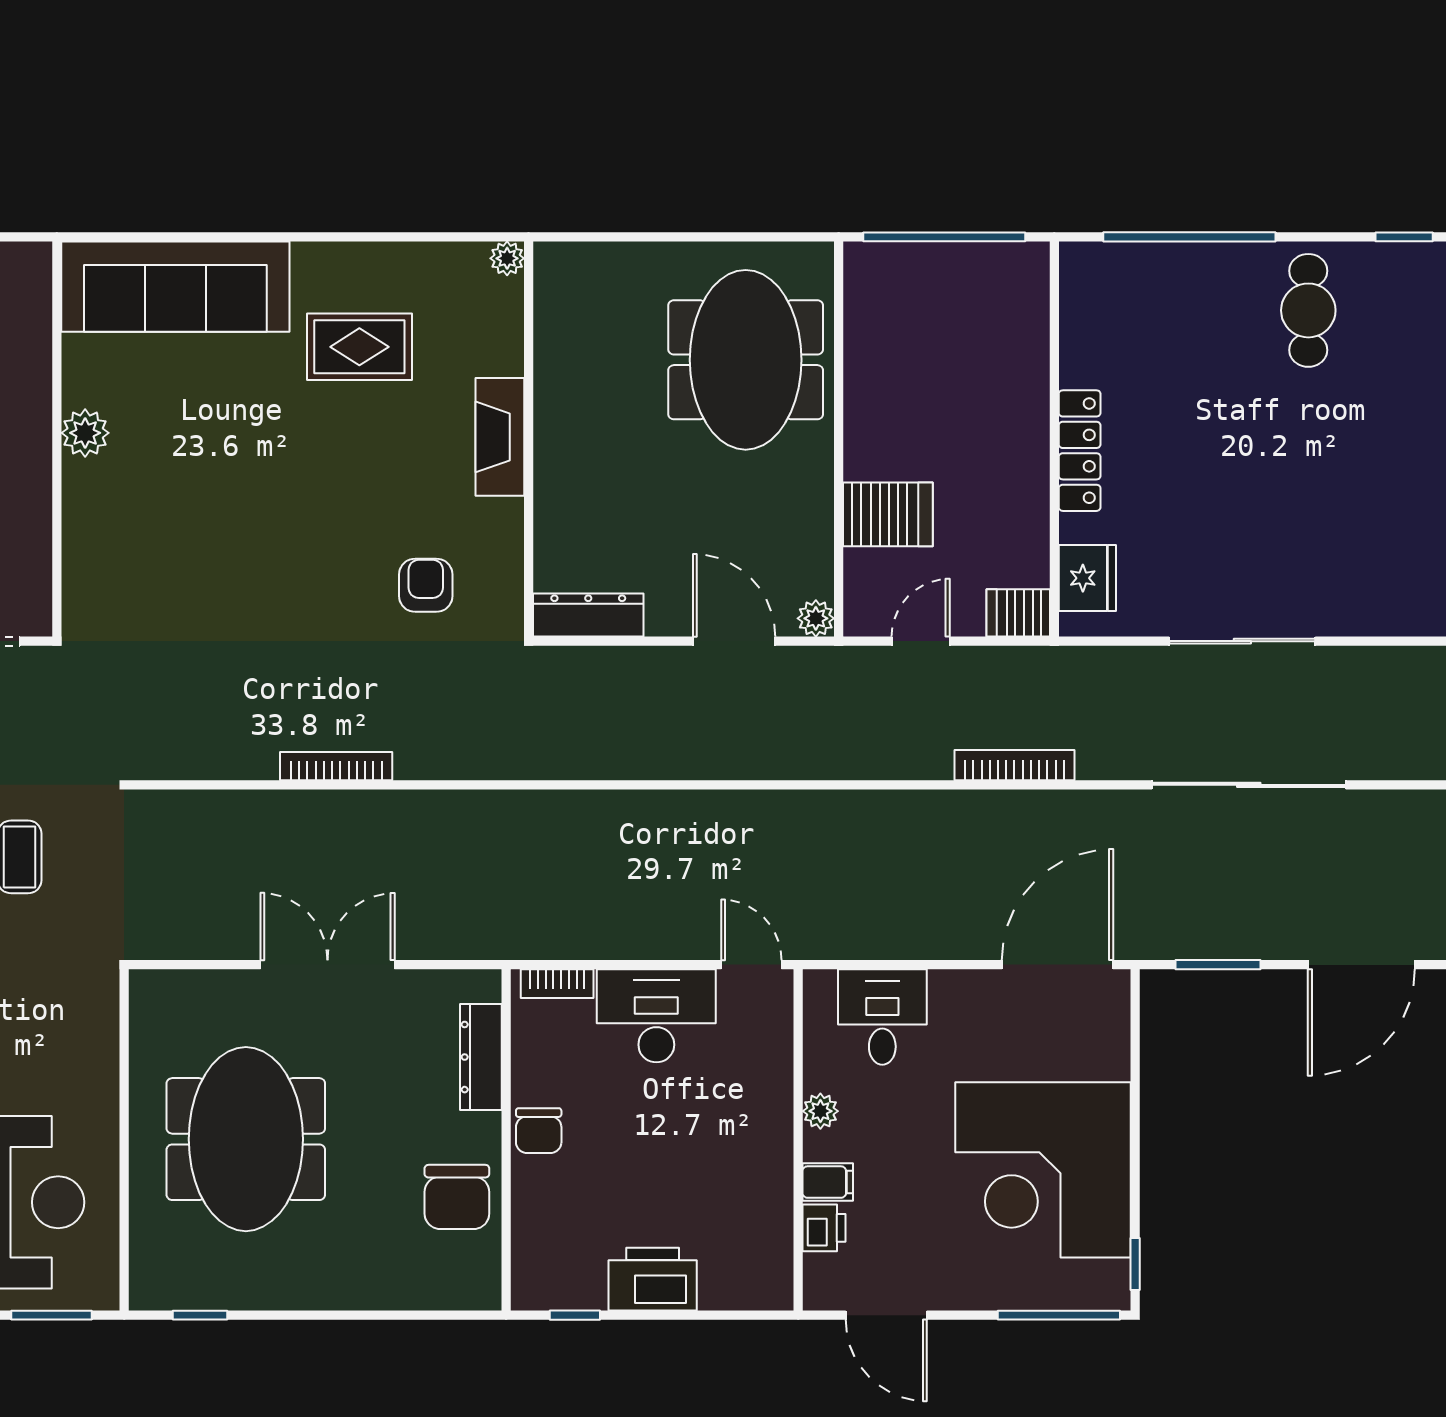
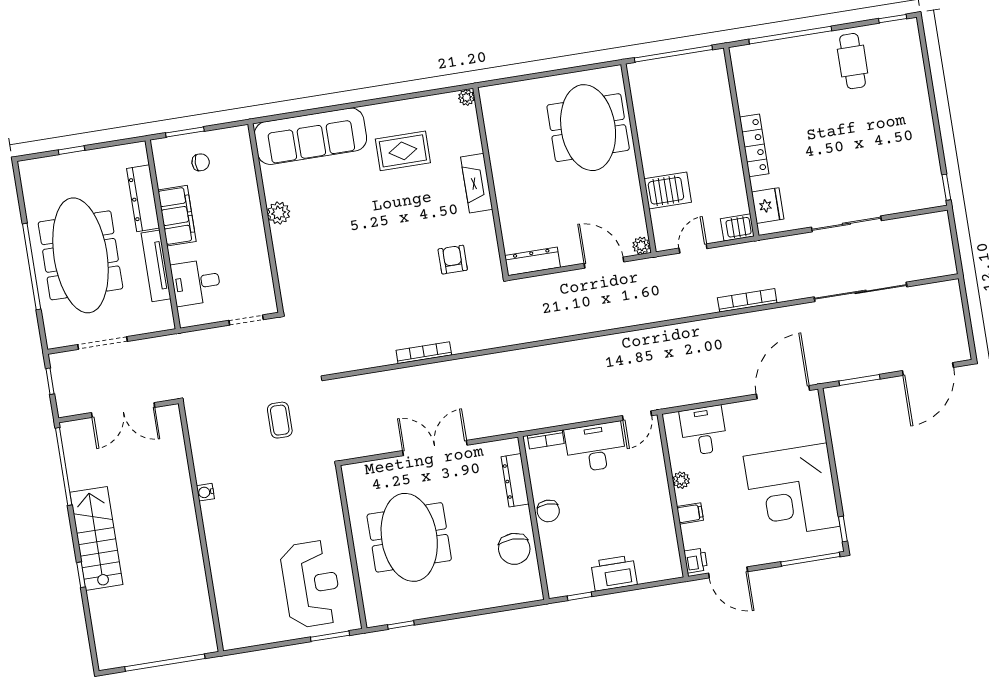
door: (751, 965) -> (637, 416), swing flipped
printer: (824, 1228) -> (696, 560), moved

